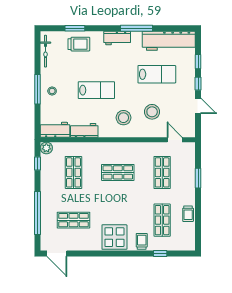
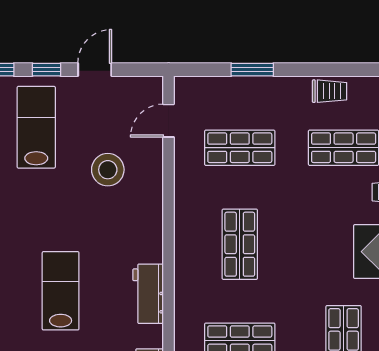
lab bench: (157, 74) -> (36, 127), moved
stool: (123, 118) -> (121, 232), removed
workbench: (84, 130) -> (148, 294), moved

